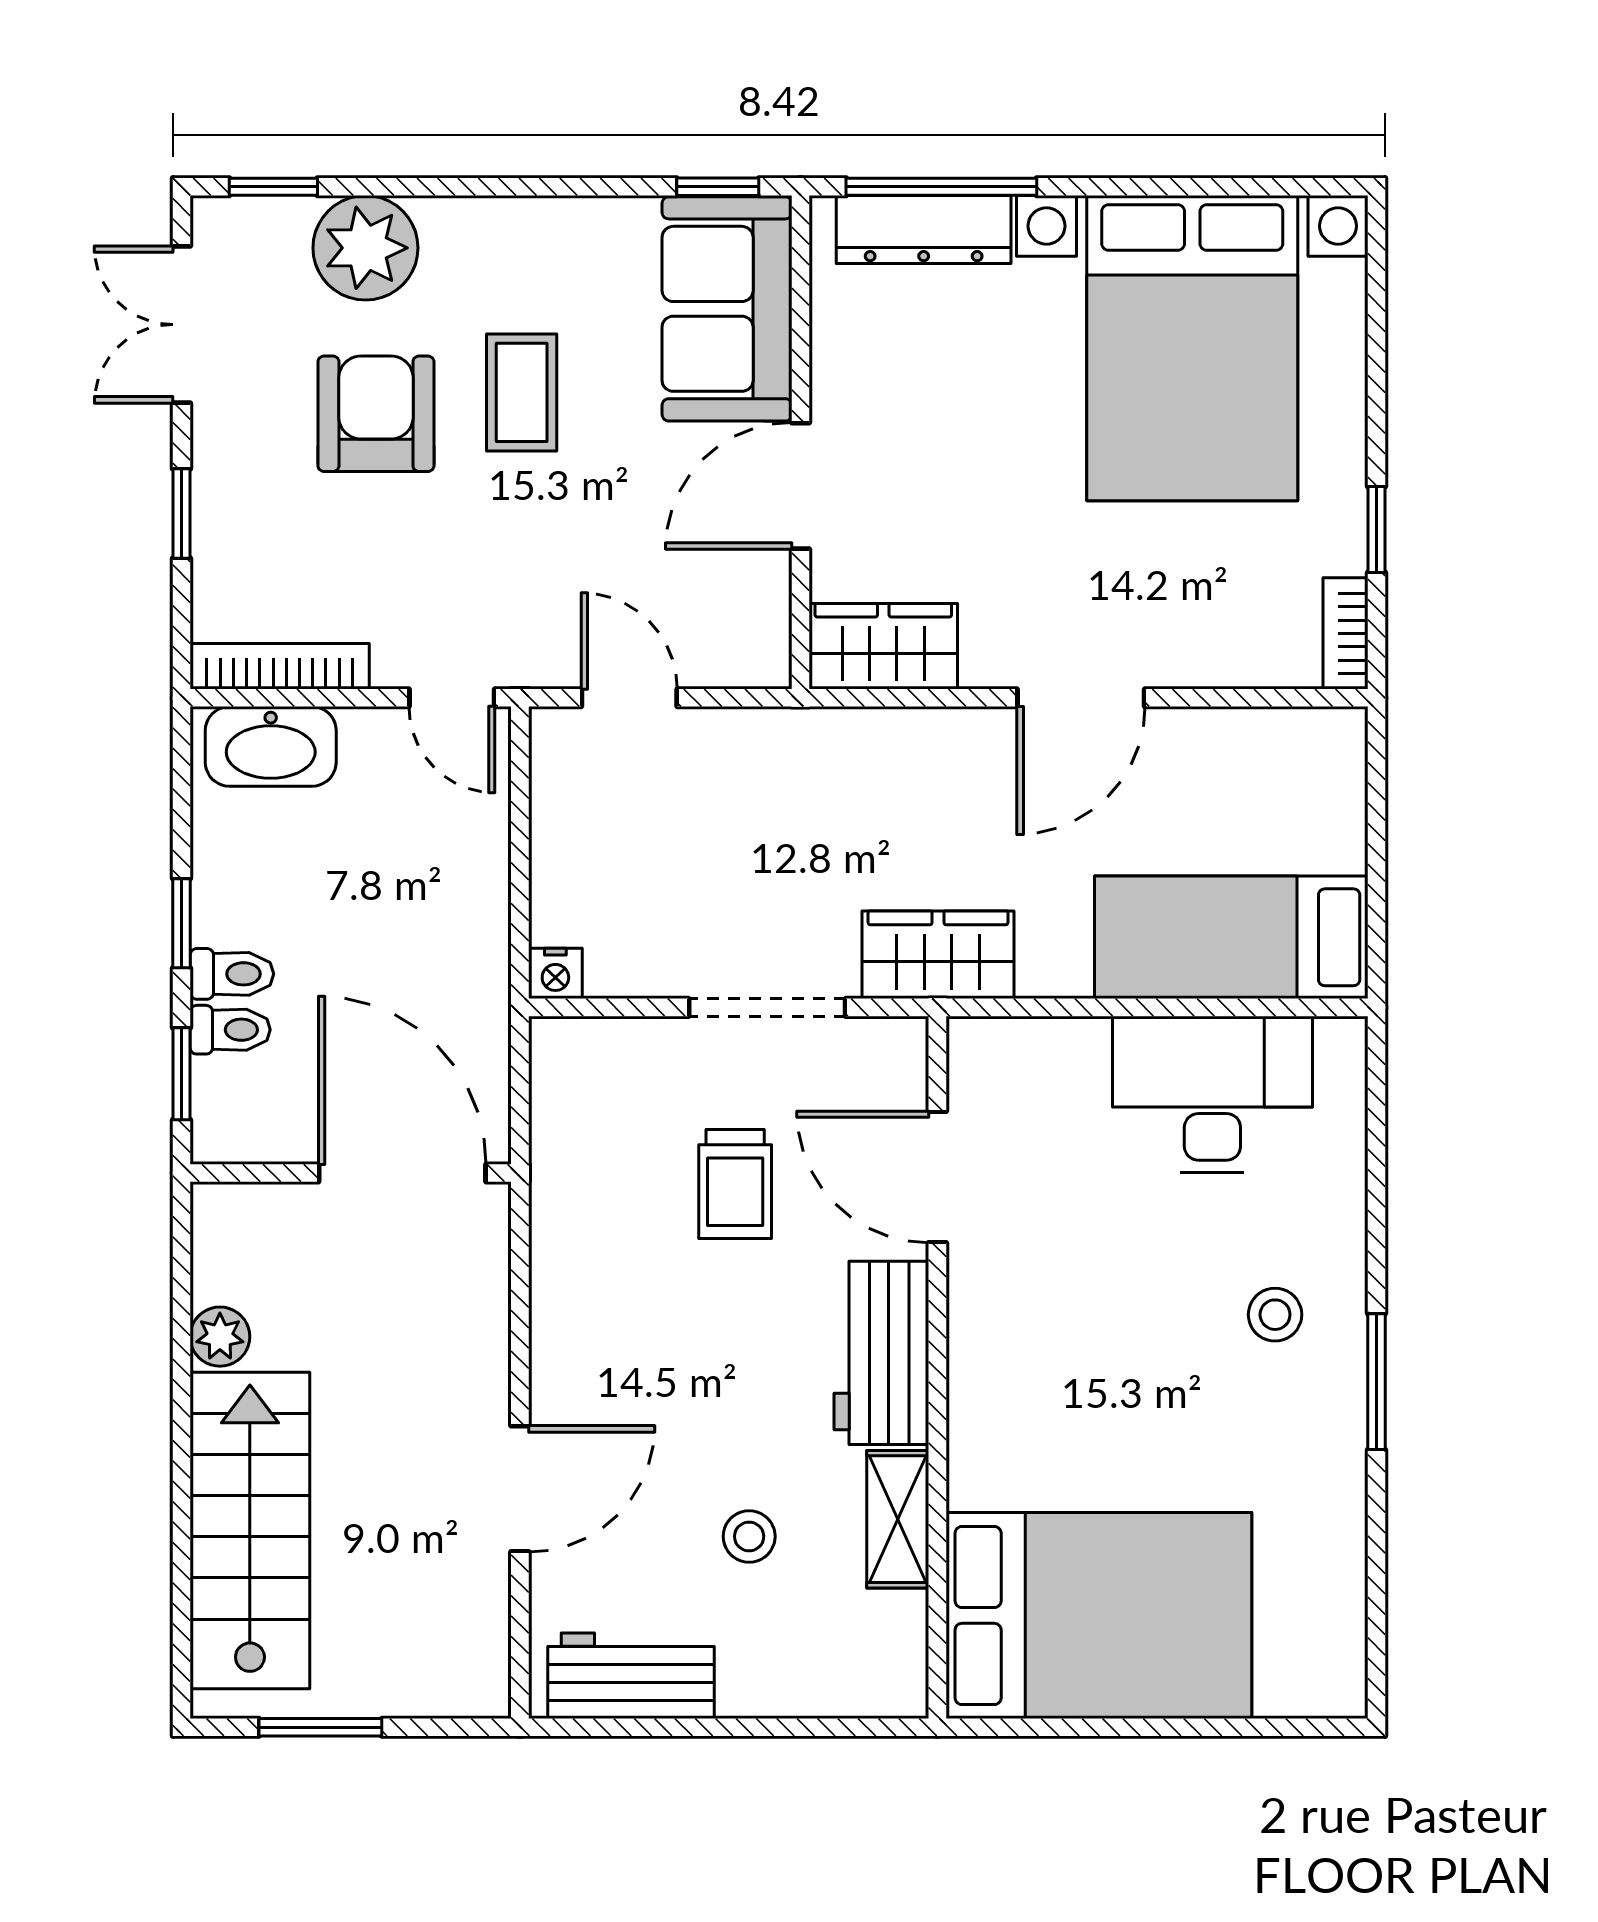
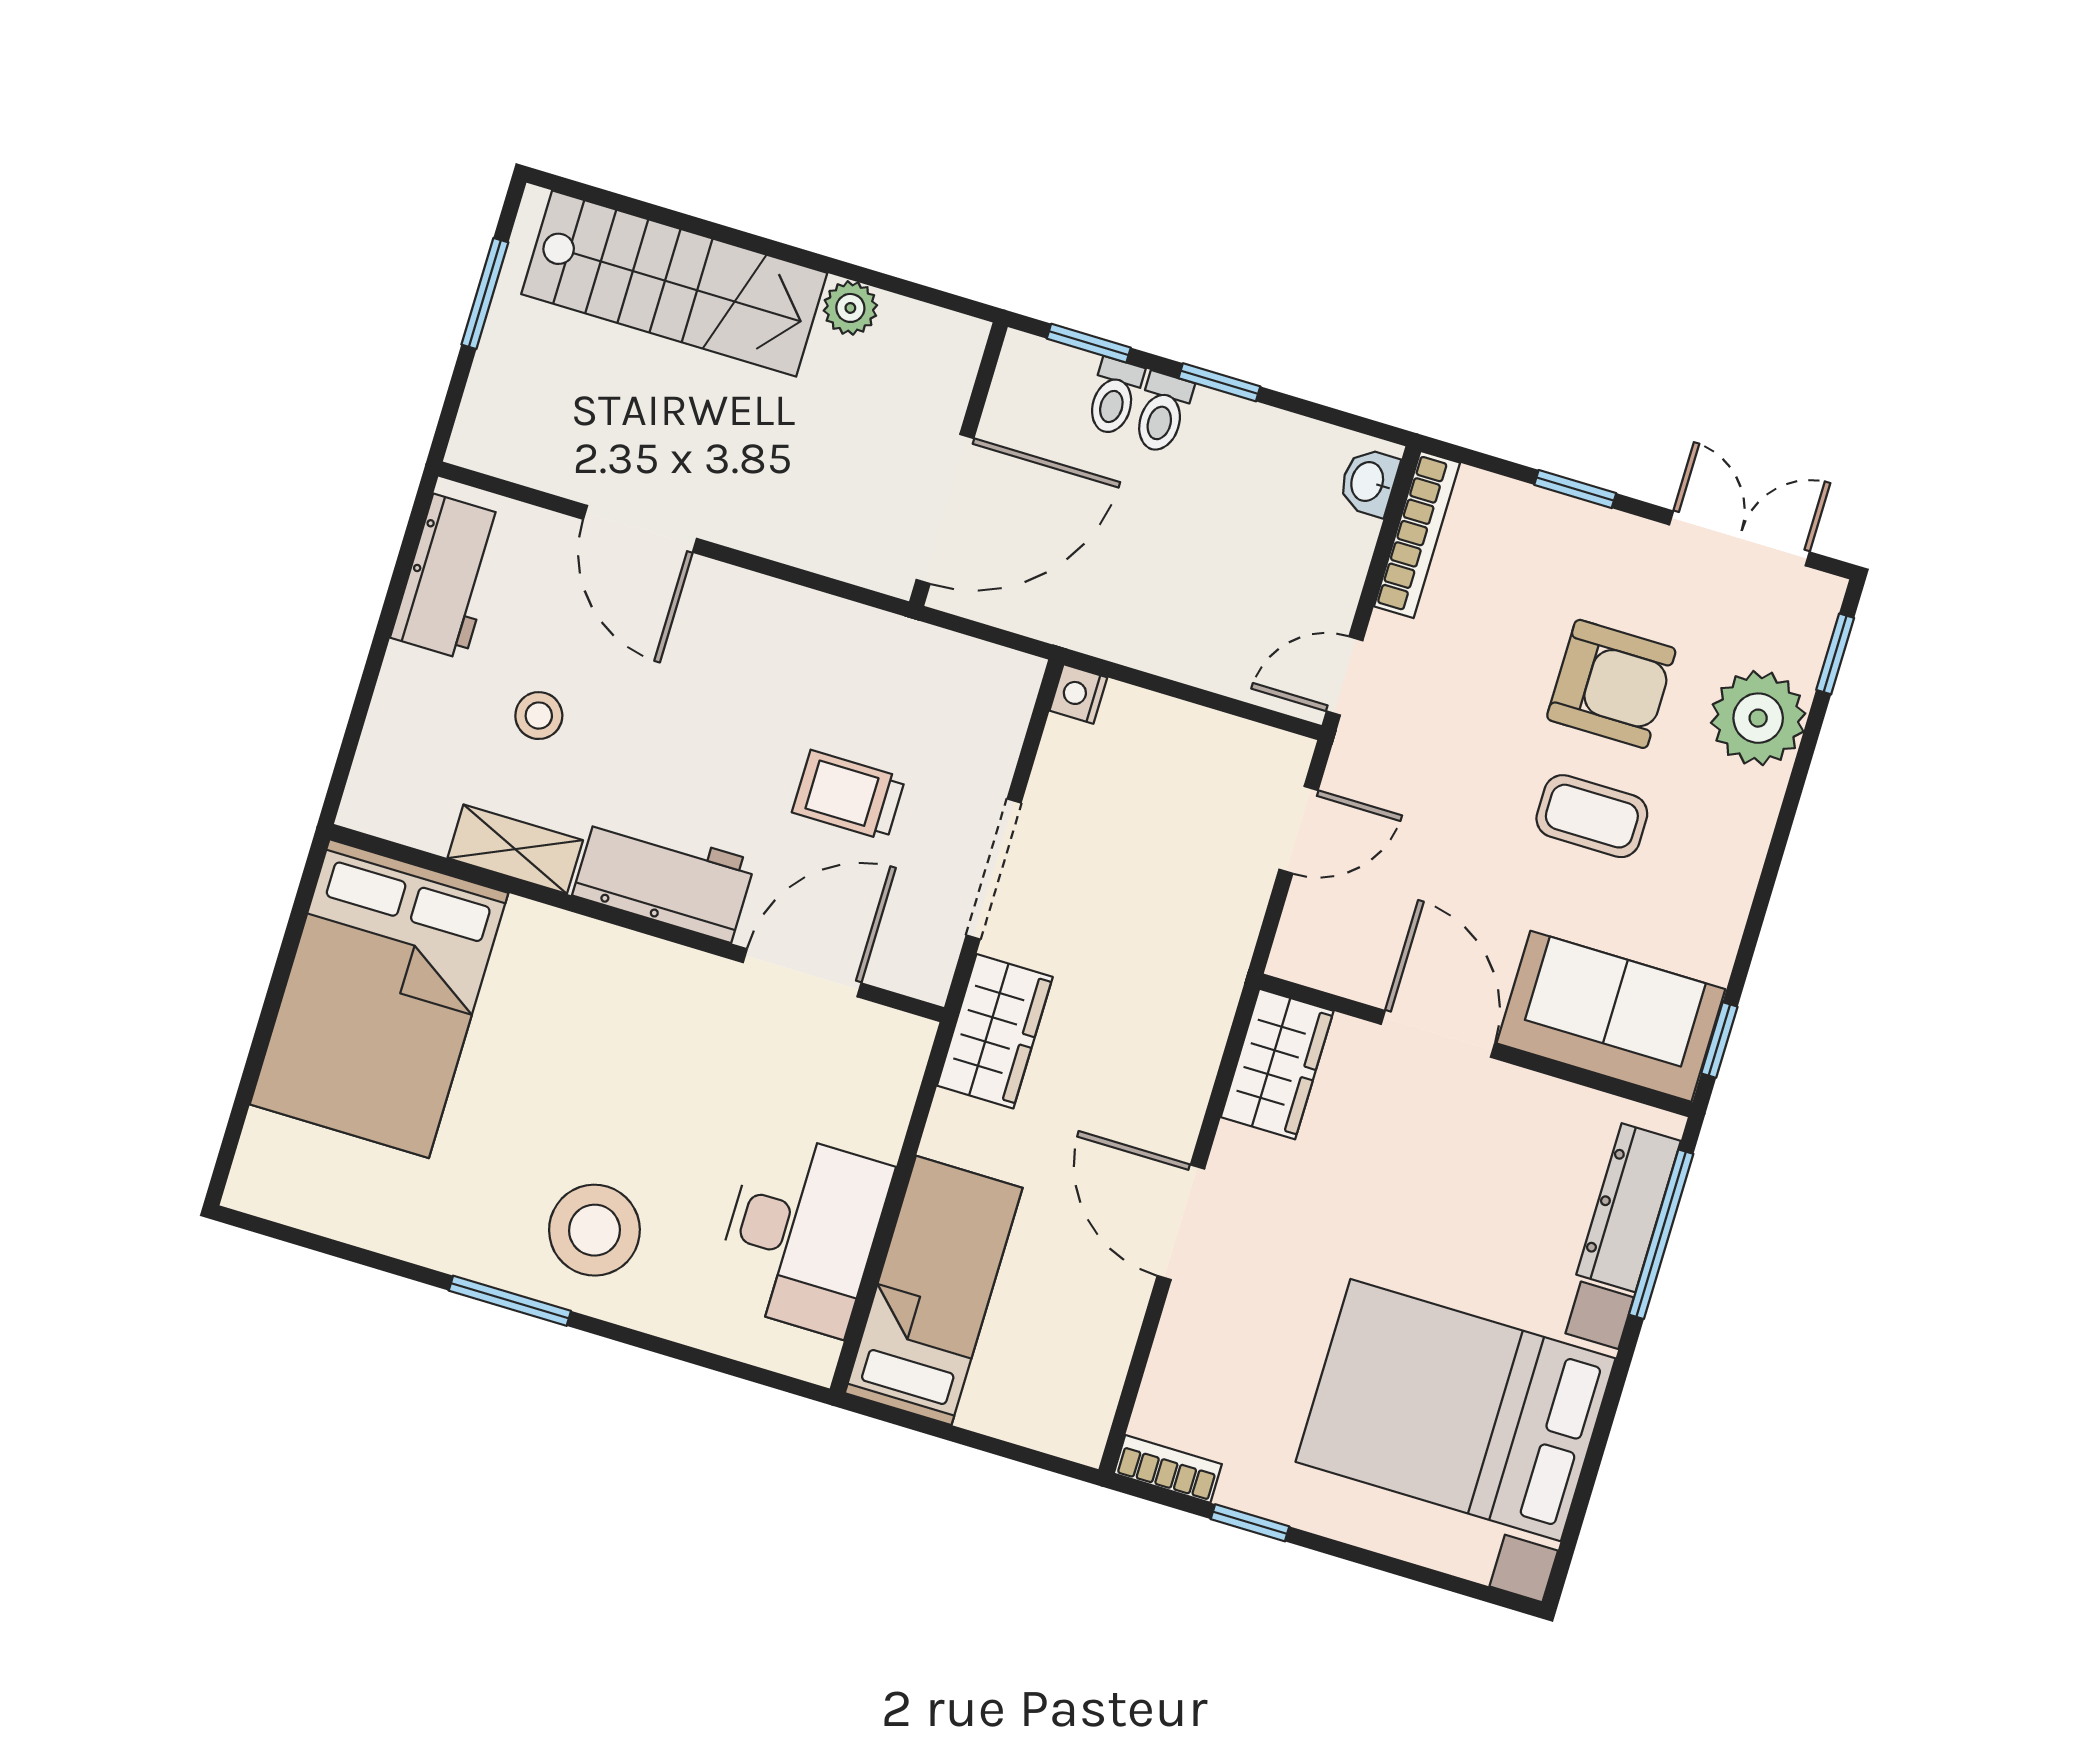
washbasin: (271, 746) -> (1369, 482), width x0.52, depth x0.69
stool: (1275, 1315) -> (594, 1230), width x1.89, depth x1.89

